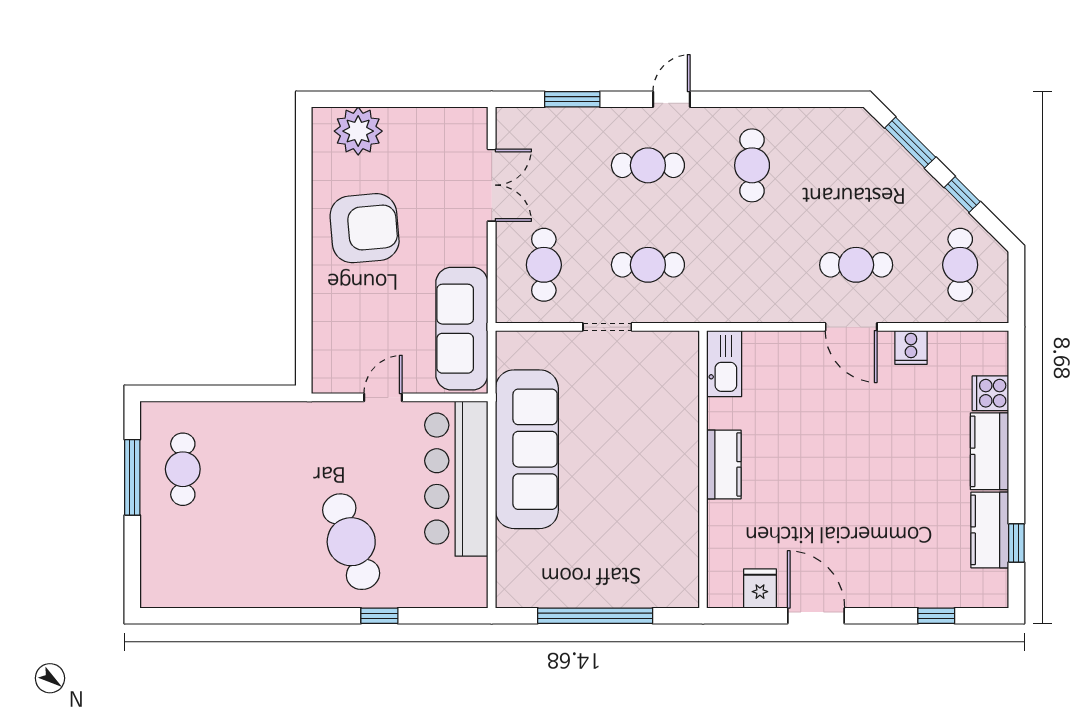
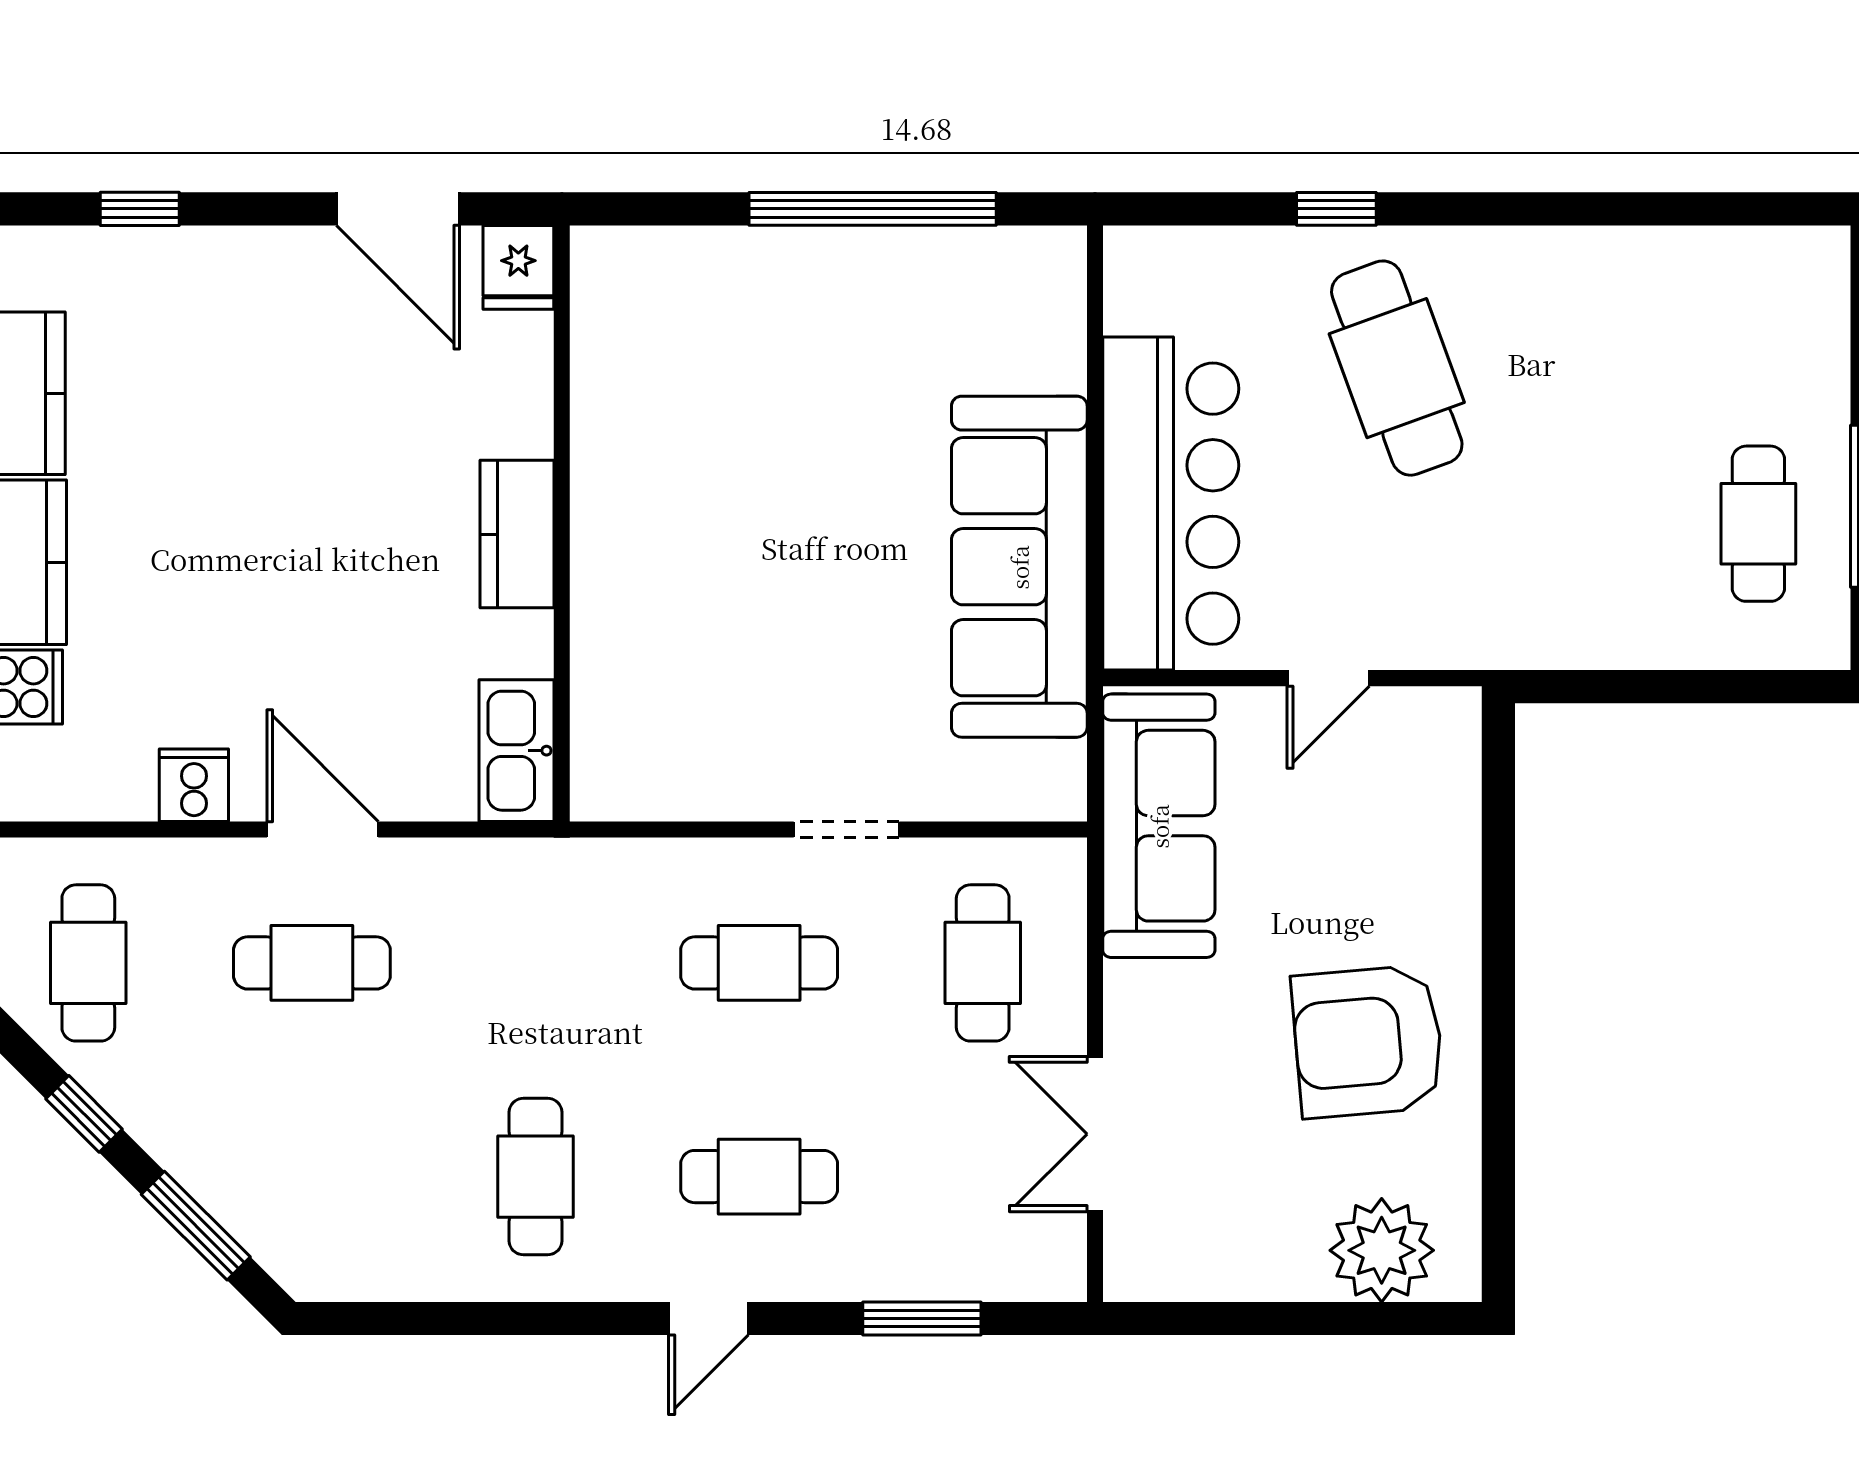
kitchen sink: (724, 364) -> (517, 751), moved
kitchen counter: (724, 464) -> (517, 534), moved
wall: (703, 469) -> (562, 523), moved

